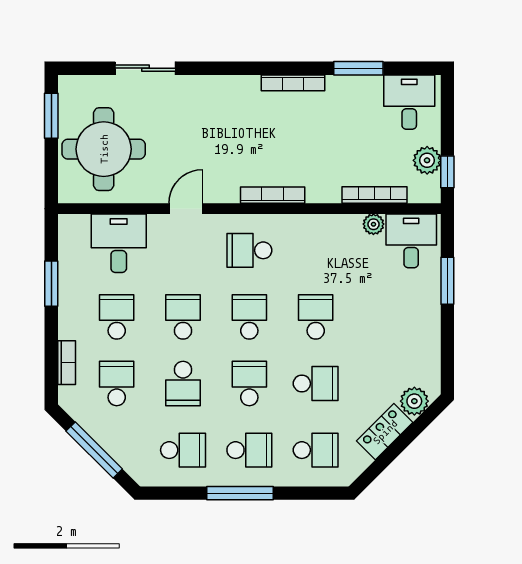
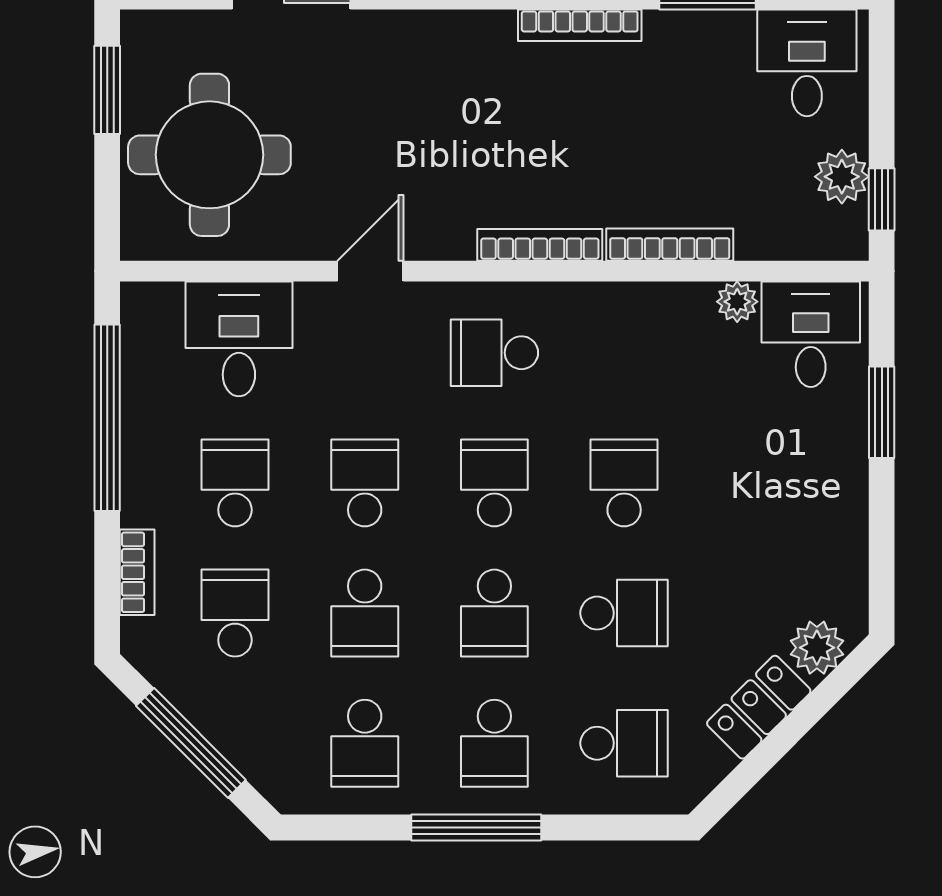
bookcase: (374, 195) -> (670, 245), moved
window: (51, 284) -> (107, 418), width x2.11
school desk: (249, 383) -> (494, 613), turned 180
school desk: (183, 450) -> (365, 743), turned 90
school desk: (249, 450) -> (494, 743), turned 90

